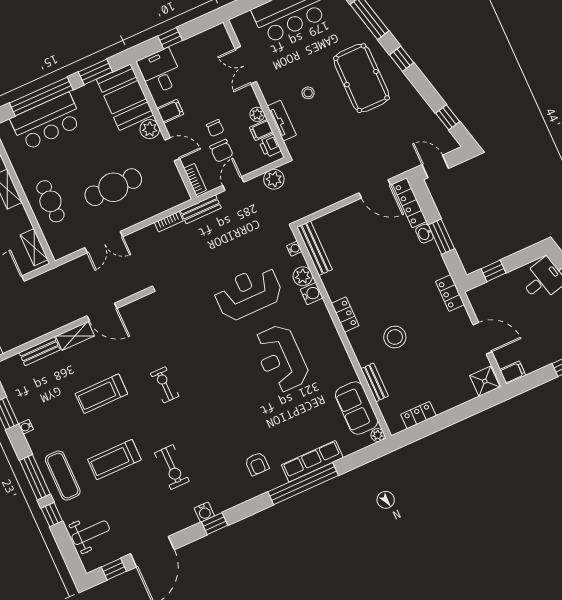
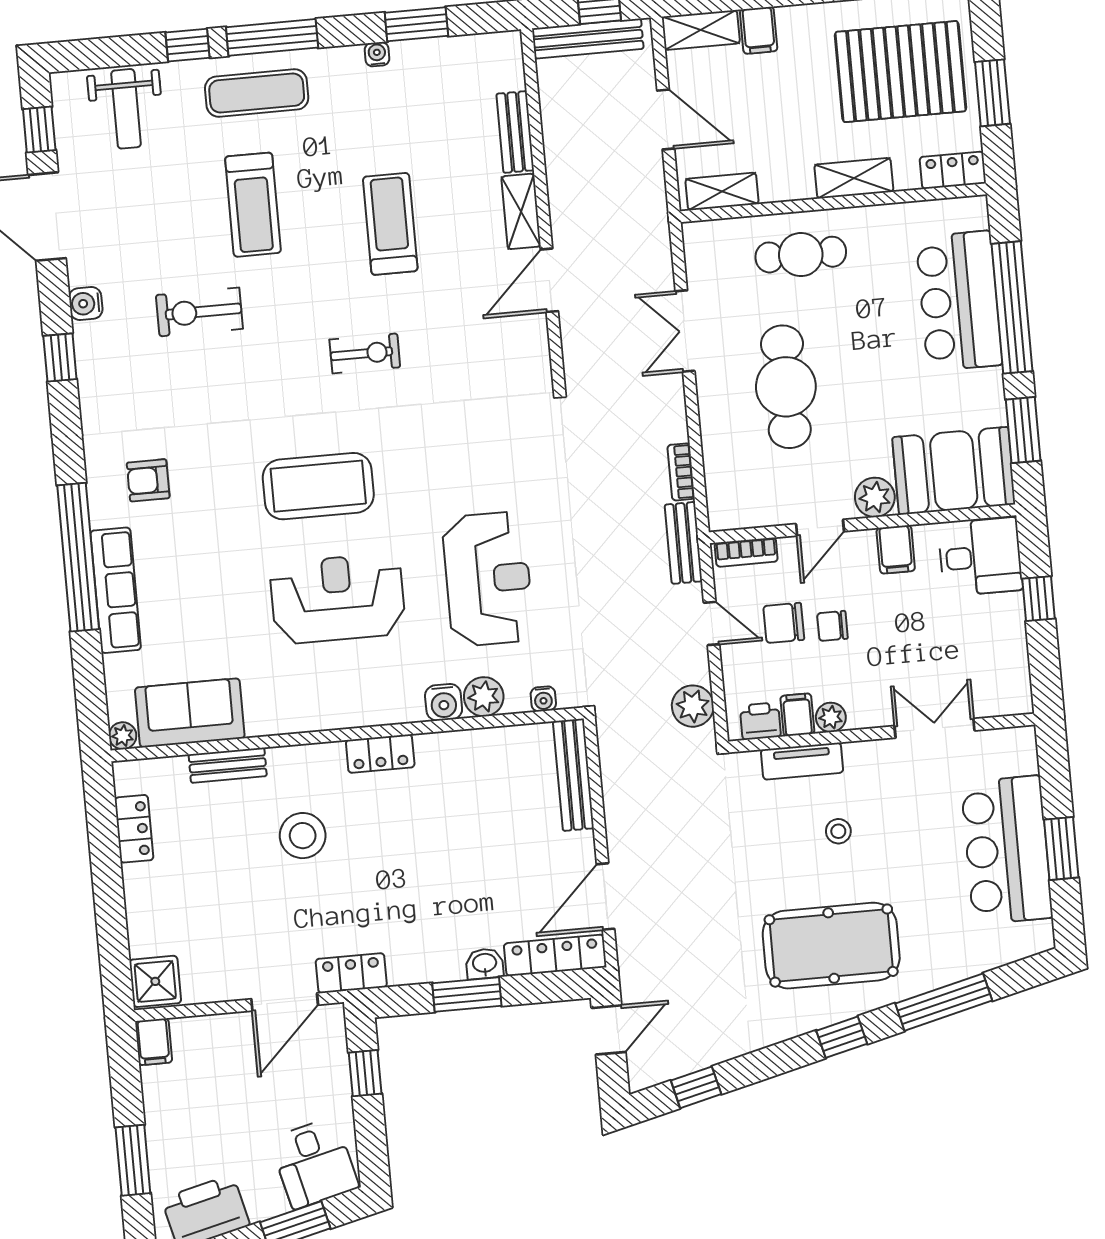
bench: (315, 248) -> (573, 775), moved, turned 90
door: (482, 338) -> (285, 1002), moved
coffee table: (233, 385) -> (318, 486), added
treadmill: (114, 460) -> (253, 205), turned 180
water cooler: (204, 512) -> (86, 303), moved

